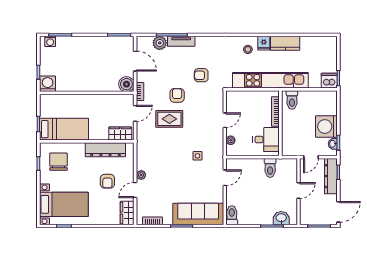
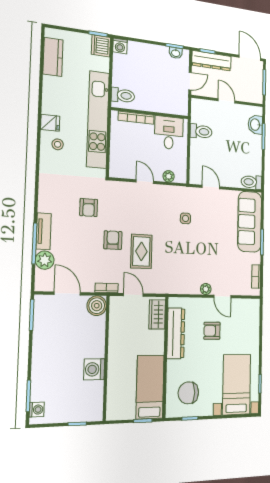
kitchen counter: (285, 43) -> (53, 57), moved
door: (135, 61) -> (67, 294), hinge flipped
washing machine: (48, 84) -> (94, 369), moved
armchair: (177, 95) -> (113, 240), turned 90
washing machine: (326, 127) -> (120, 46), moved, width x0.53, depth x0.53
door: (311, 157) -> (190, 81), hinge flipped
armchair: (107, 181) -> (212, 331), turned 180
wardrobe: (127, 213) -> (247, 307), removed

